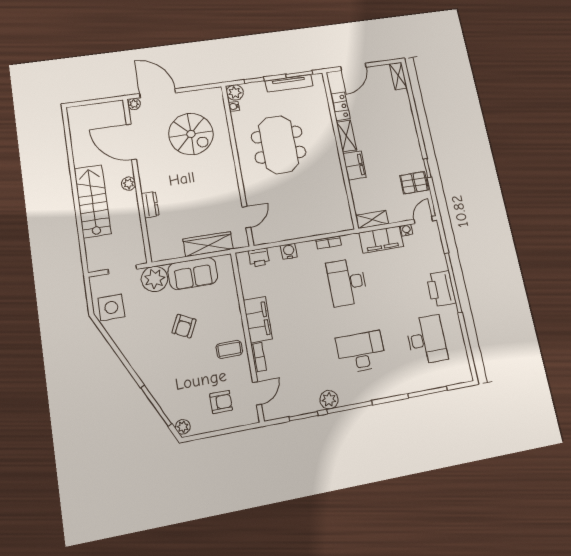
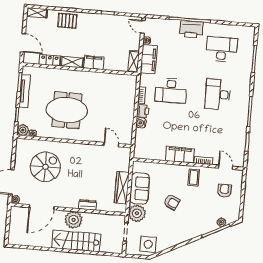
pallet: (414, 183) -> (67, 21), moved, turned 90
plant: (128, 184) -> (73, 220), width x1.88, depth x1.88
wardrobe: (208, 244) -> (122, 188), moved
printer: (259, 257) -> (143, 111), moved
plant: (329, 400) -> (242, 123), removed
plant: (183, 427) -> (221, 222), moved

